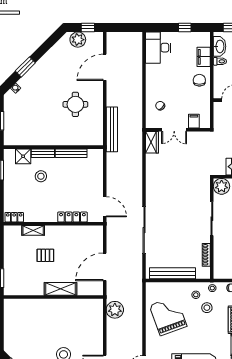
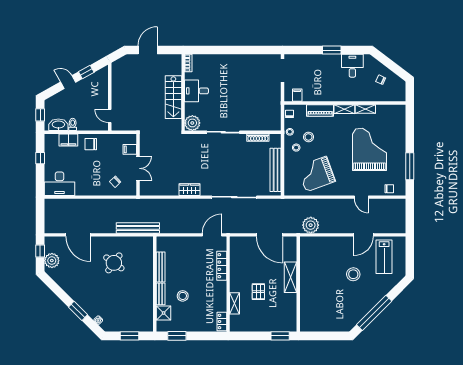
round table: (75, 104) -> (114, 263), turned 36
wardrobe: (152, 142) -> (190, 190), moved

